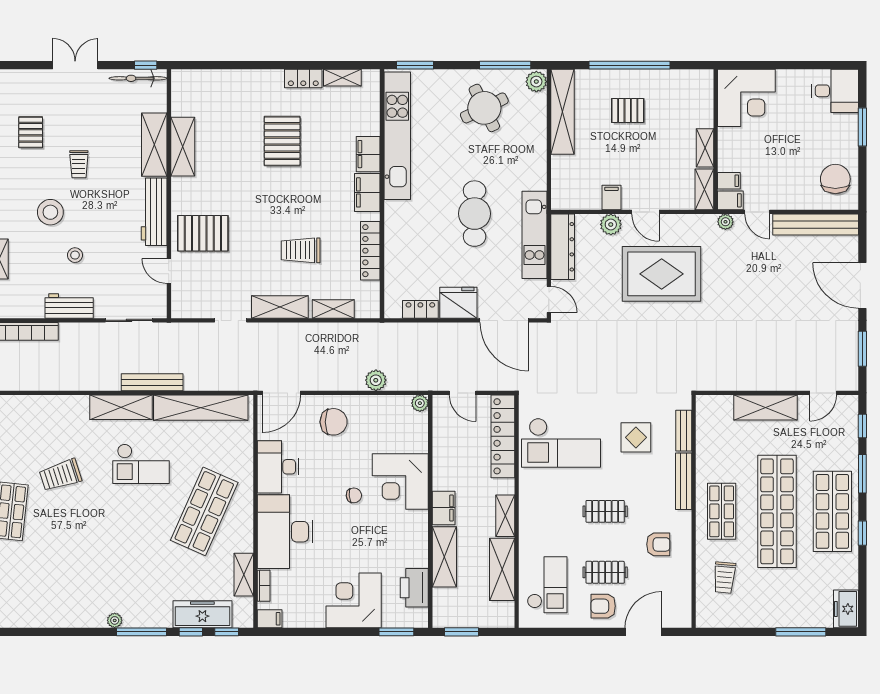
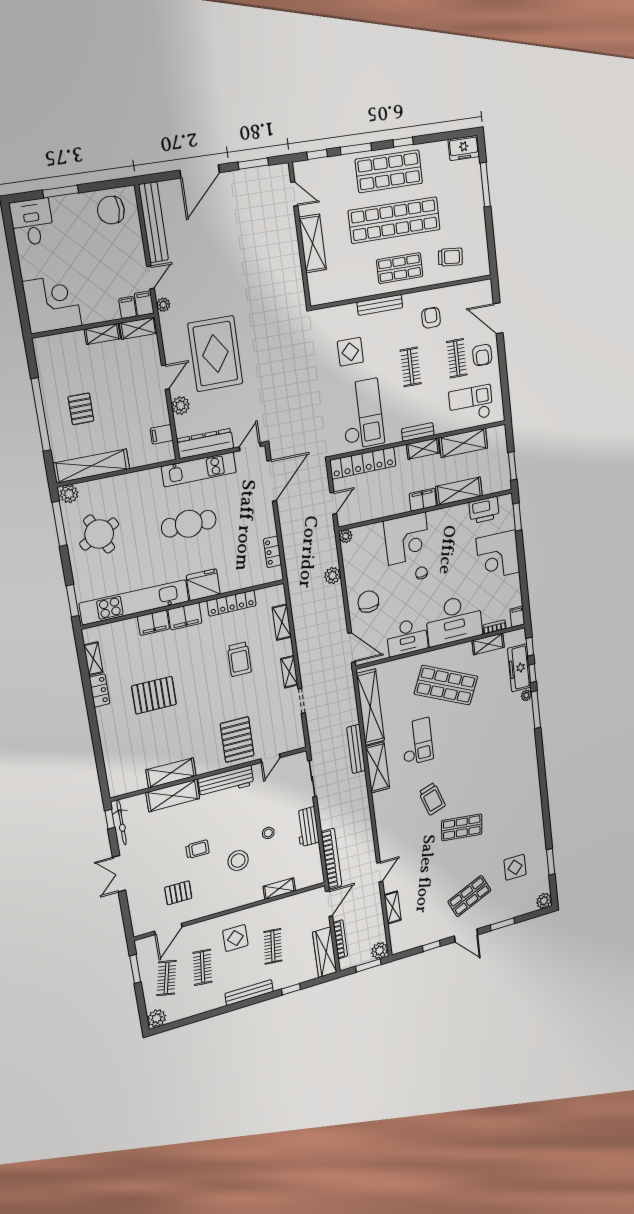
filing cabinet: (611, 197) -> (162, 434), moved
fridge: (458, 303) -> (203, 585), moved, turned 90
shelving: (280, 307) -> (289, 672), width x0.67, depth x0.75
bench: (684, 431) -> (418, 432), moved
plant: (115, 620) -> (526, 695), moved

